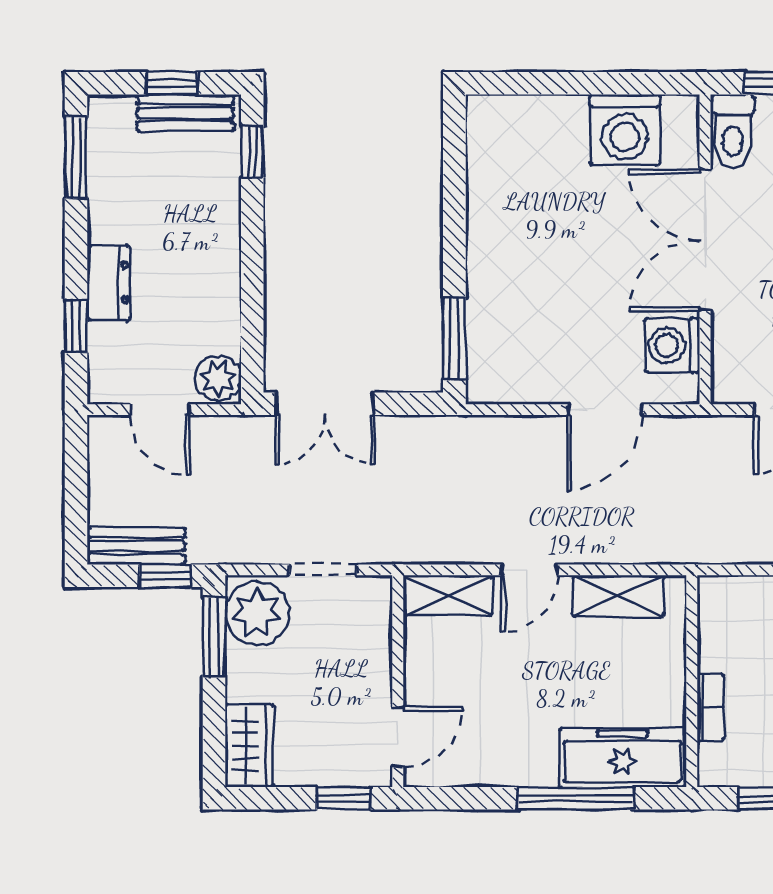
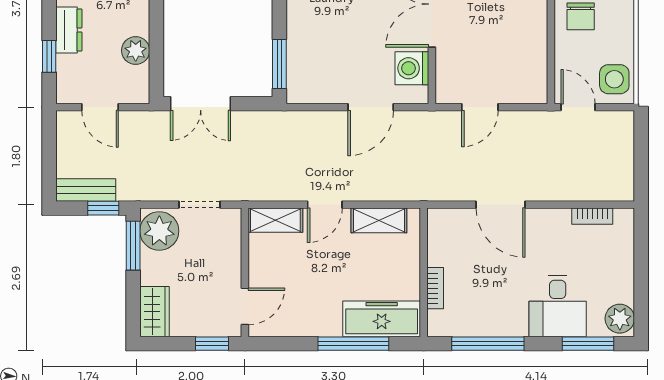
plant: (218, 378) -> (136, 51), moved

